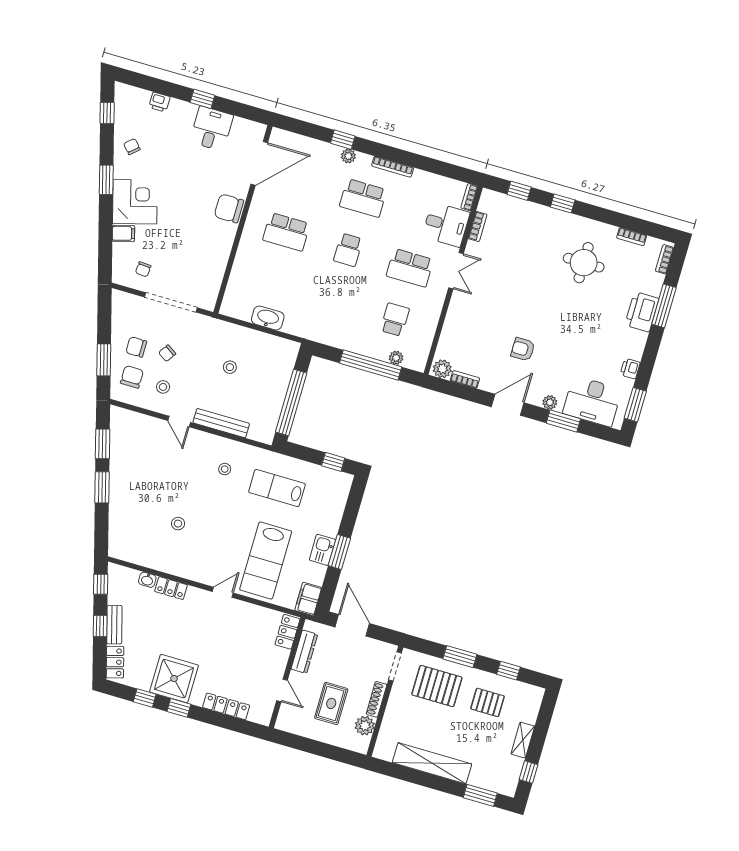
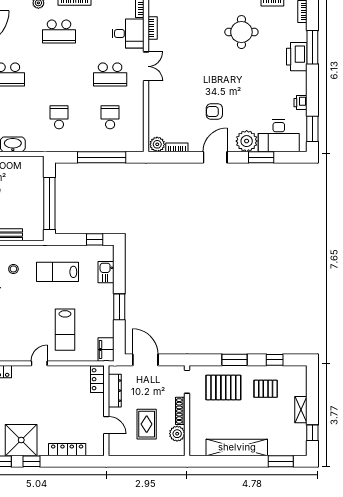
school desk: (348, 250) -> (59, 117), moved, turned 180
plant: (396, 358) -> (120, 146), removed
plant: (550, 402) -> (247, 141), width x1.88, depth x1.88
kitchen sink: (322, 550) -> (106, 272), moved
lab bench: (266, 561) -> (65, 330), width x0.73, depth x0.72

